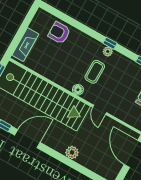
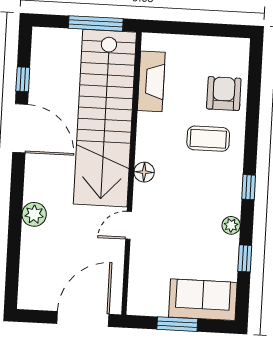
fireplace: (25, 45) -> (151, 81), moved, turned -90
plant: (108, 51) -> (231, 225), moved
coffee table: (95, 72) -> (208, 139), moved

